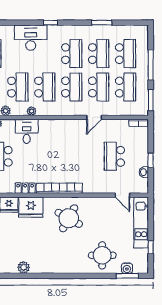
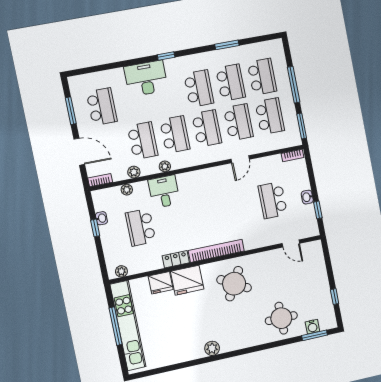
window: (151, 160) -> (318, 210), moved
washbasin: (144, 172) -> (307, 197), moved
kitchen unit: (141, 222) -> (318, 271), removed
plant: (24, 267) -> (212, 348), moved

